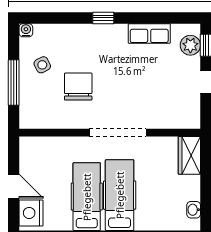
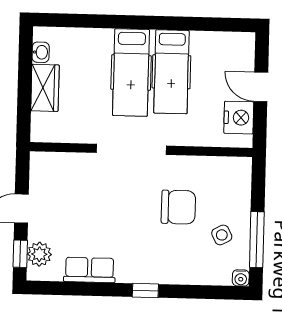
window: (14, 82) -> (257, 240), moved
chair: (78, 87) -> (178, 207), turned -90
wardrobe: (189, 155) -> (45, 88), moved
nightstand: (31, 213) -> (239, 118), moved

